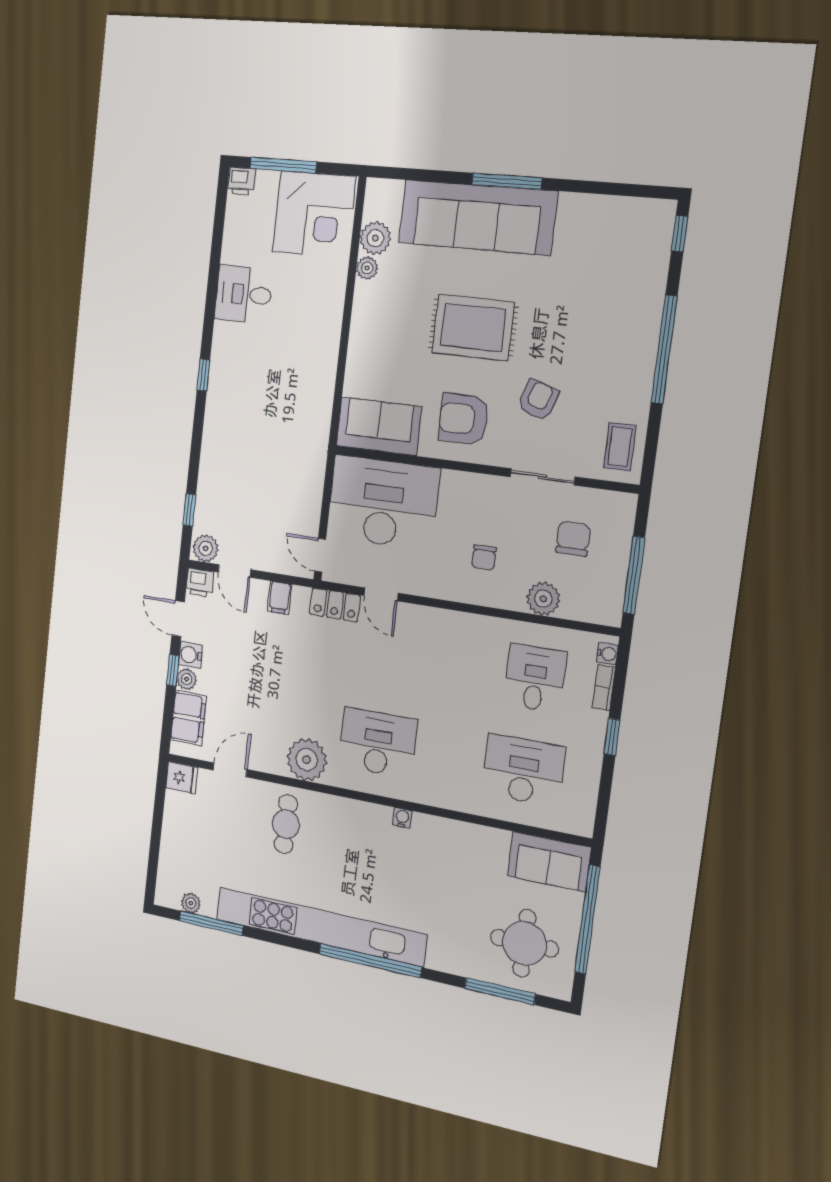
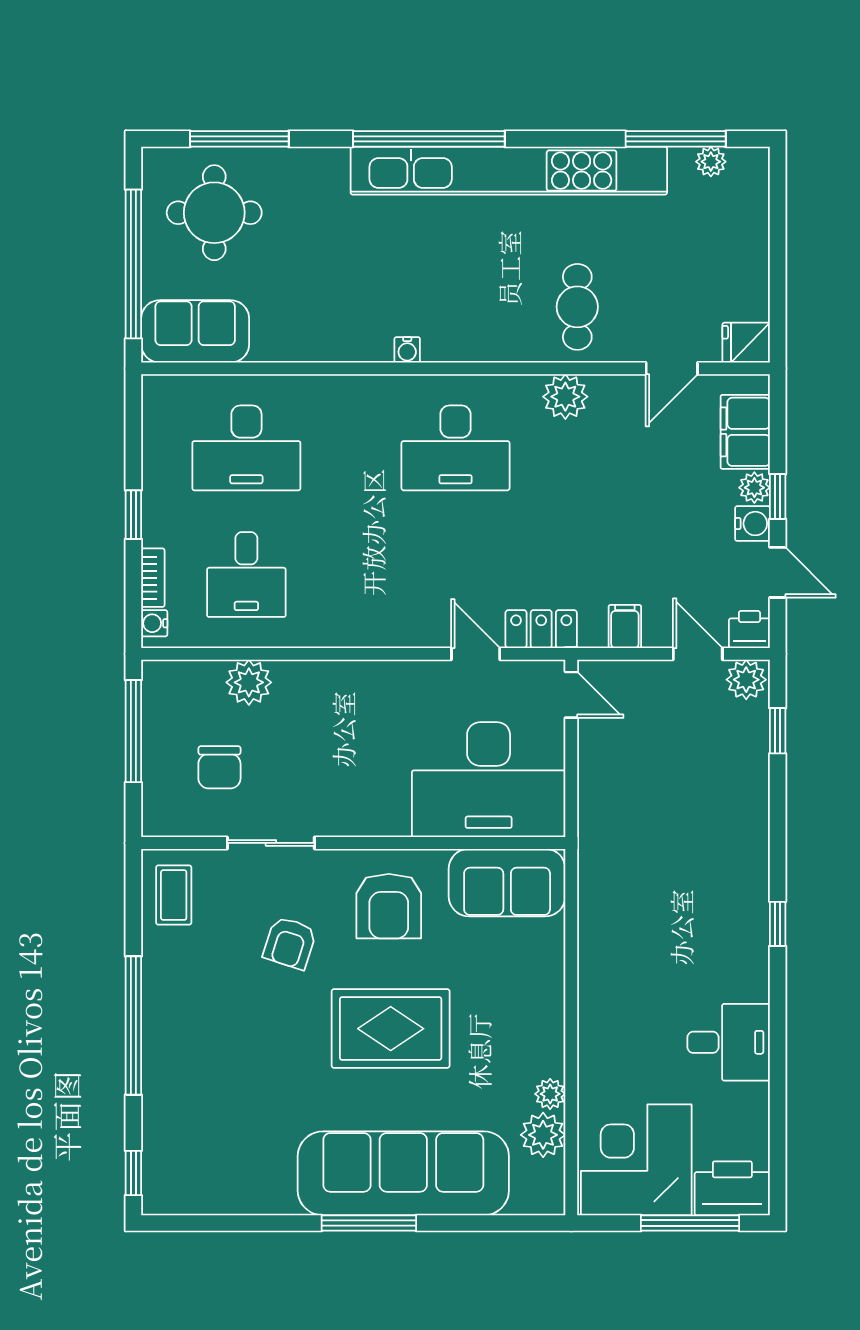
printer: (241, 181) -> (732, 1188), width x1.87, depth x1.48
armchair: (463, 419) -> (389, 906), turned 90
chair: (484, 557) -> (337, 725), removed
plant: (307, 760) -> (565, 397), width x0.73, depth x0.73

